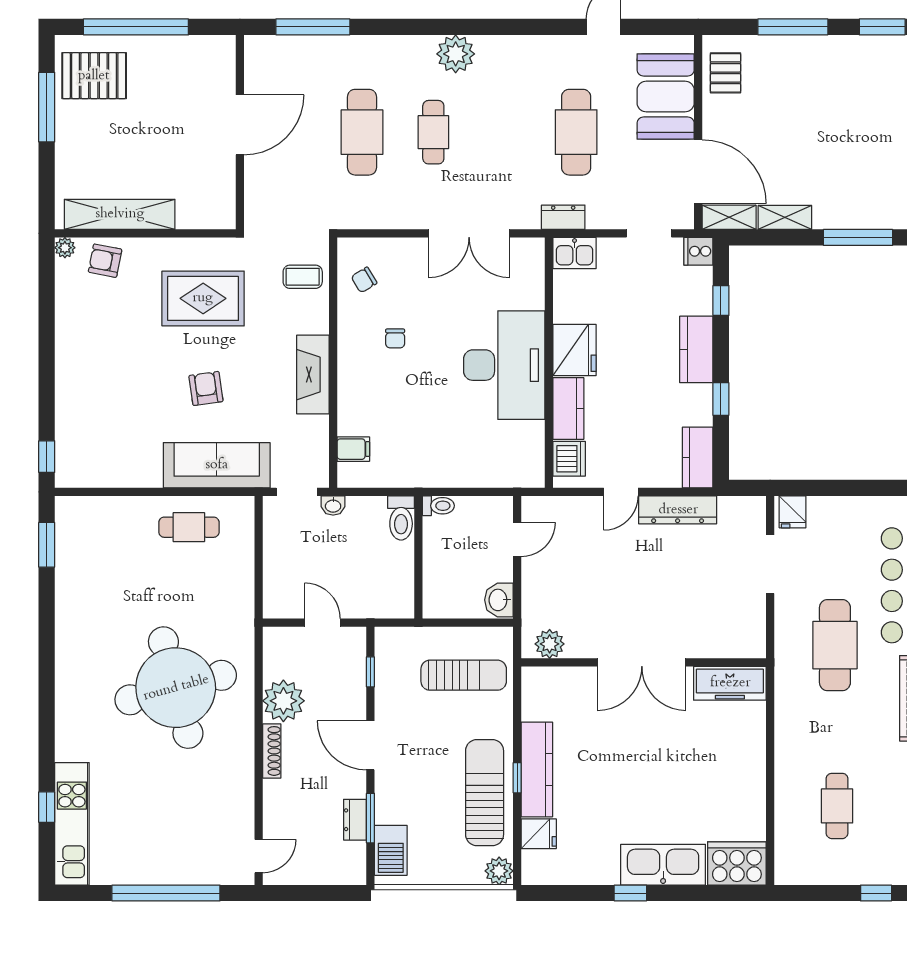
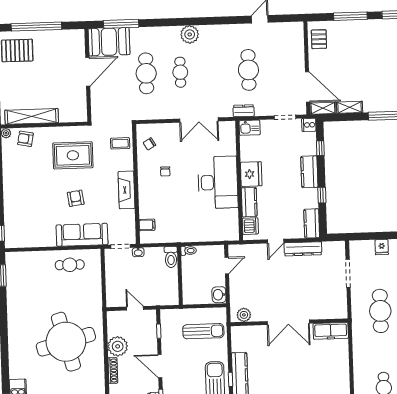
booth: (666, 97) -> (109, 42), moved, turned 90
fridge: (793, 512) -> (382, 247), moved

